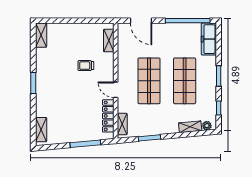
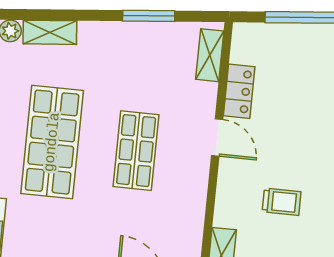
shop shelf: (149, 81) -> (136, 151), width x0.70, depth x0.74
locker: (108, 116) -> (239, 91), width x0.66

